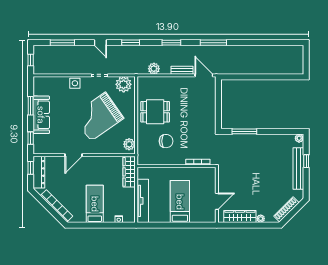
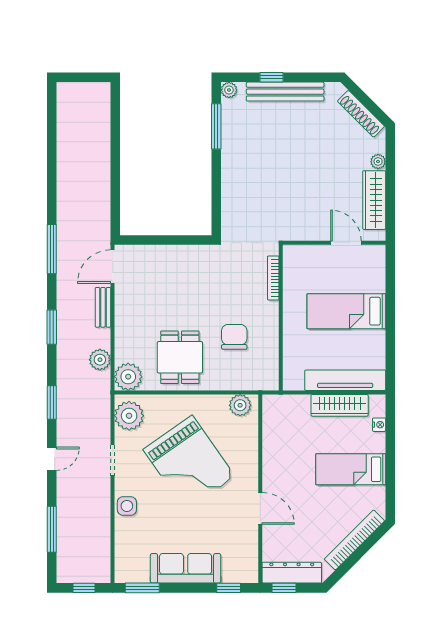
plant: (145, 84) -> (128, 377), added
window: (31, 106) -> (142, 588), moved
window: (244, 131) -> (216, 126), moved
wardrobe: (129, 172) -> (340, 405), moved

